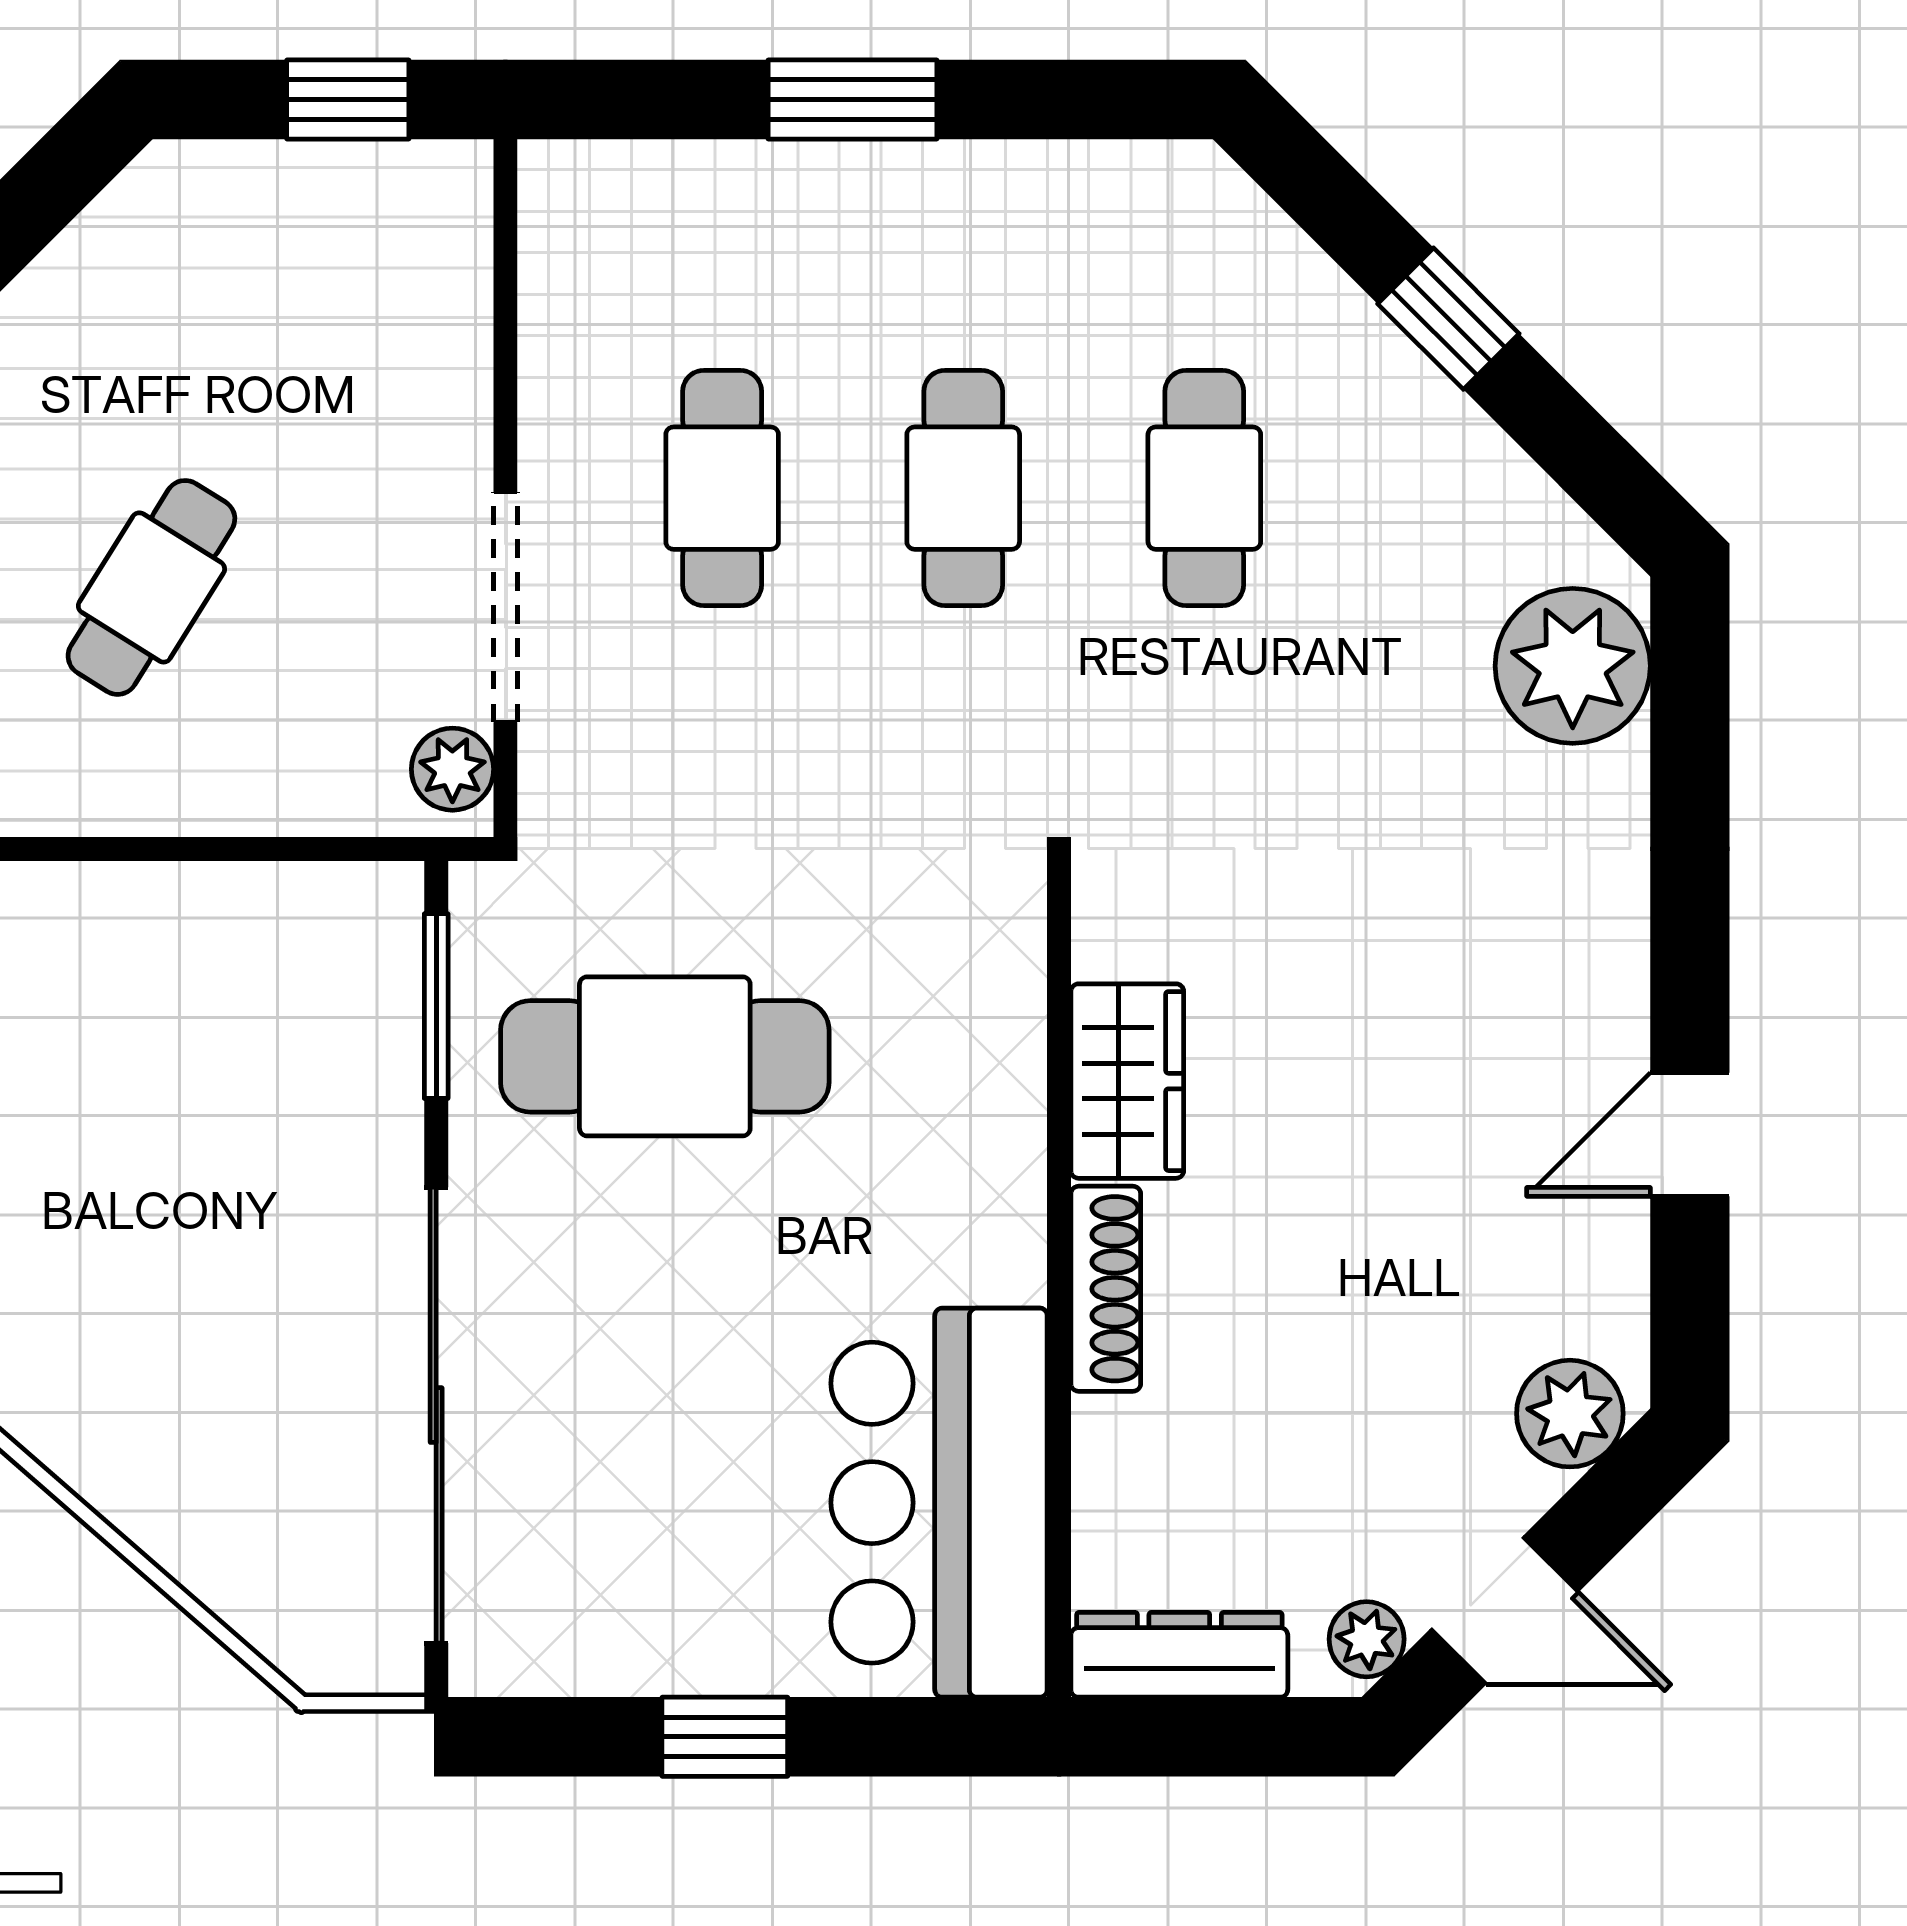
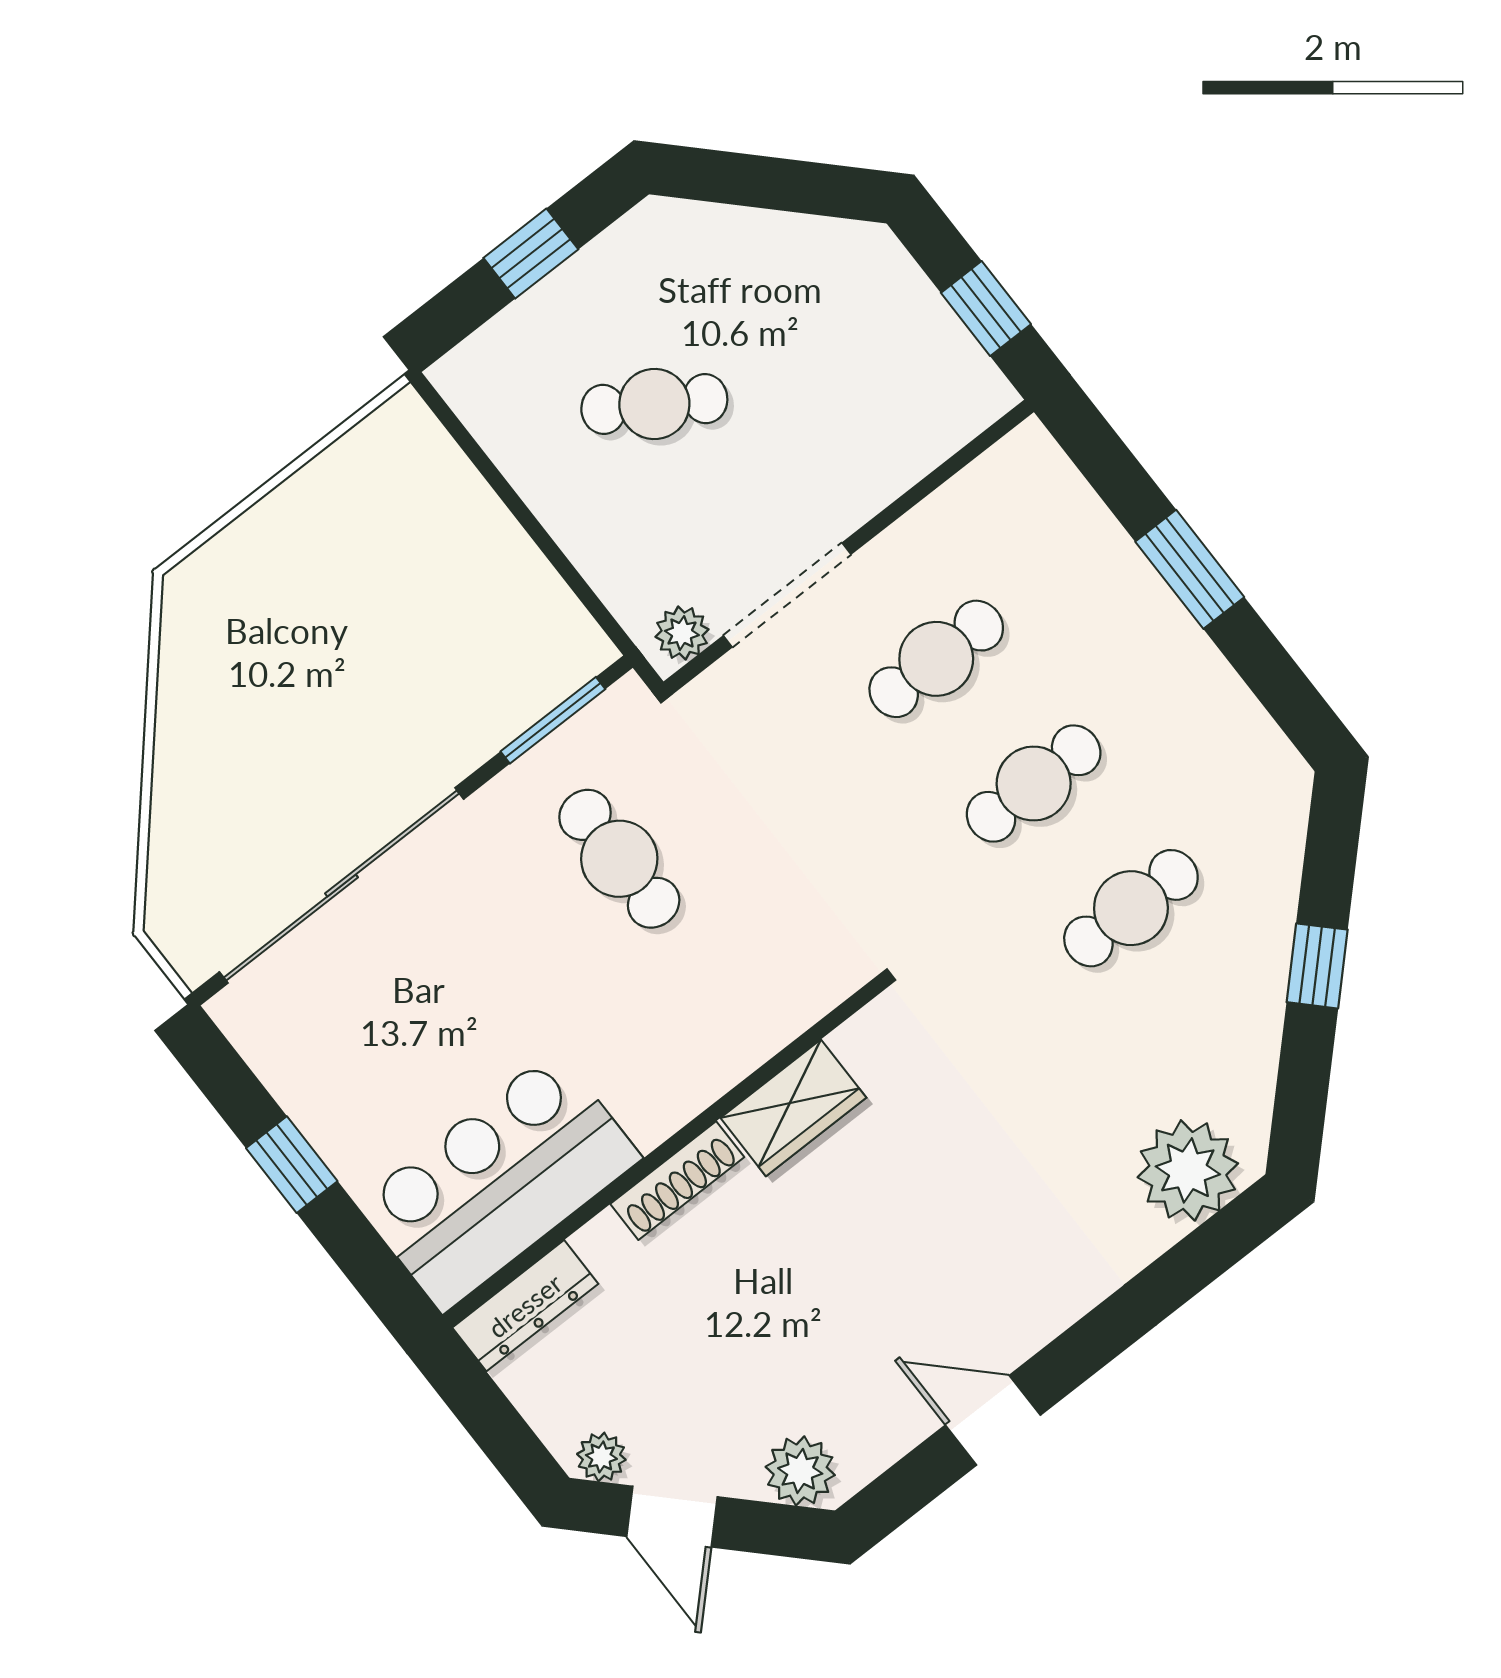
cafe table: (665, 1056) -> (619, 859), width x0.73, depth x0.74
dresser: (1179, 1655) -> (525, 1306), moved, turned 90

